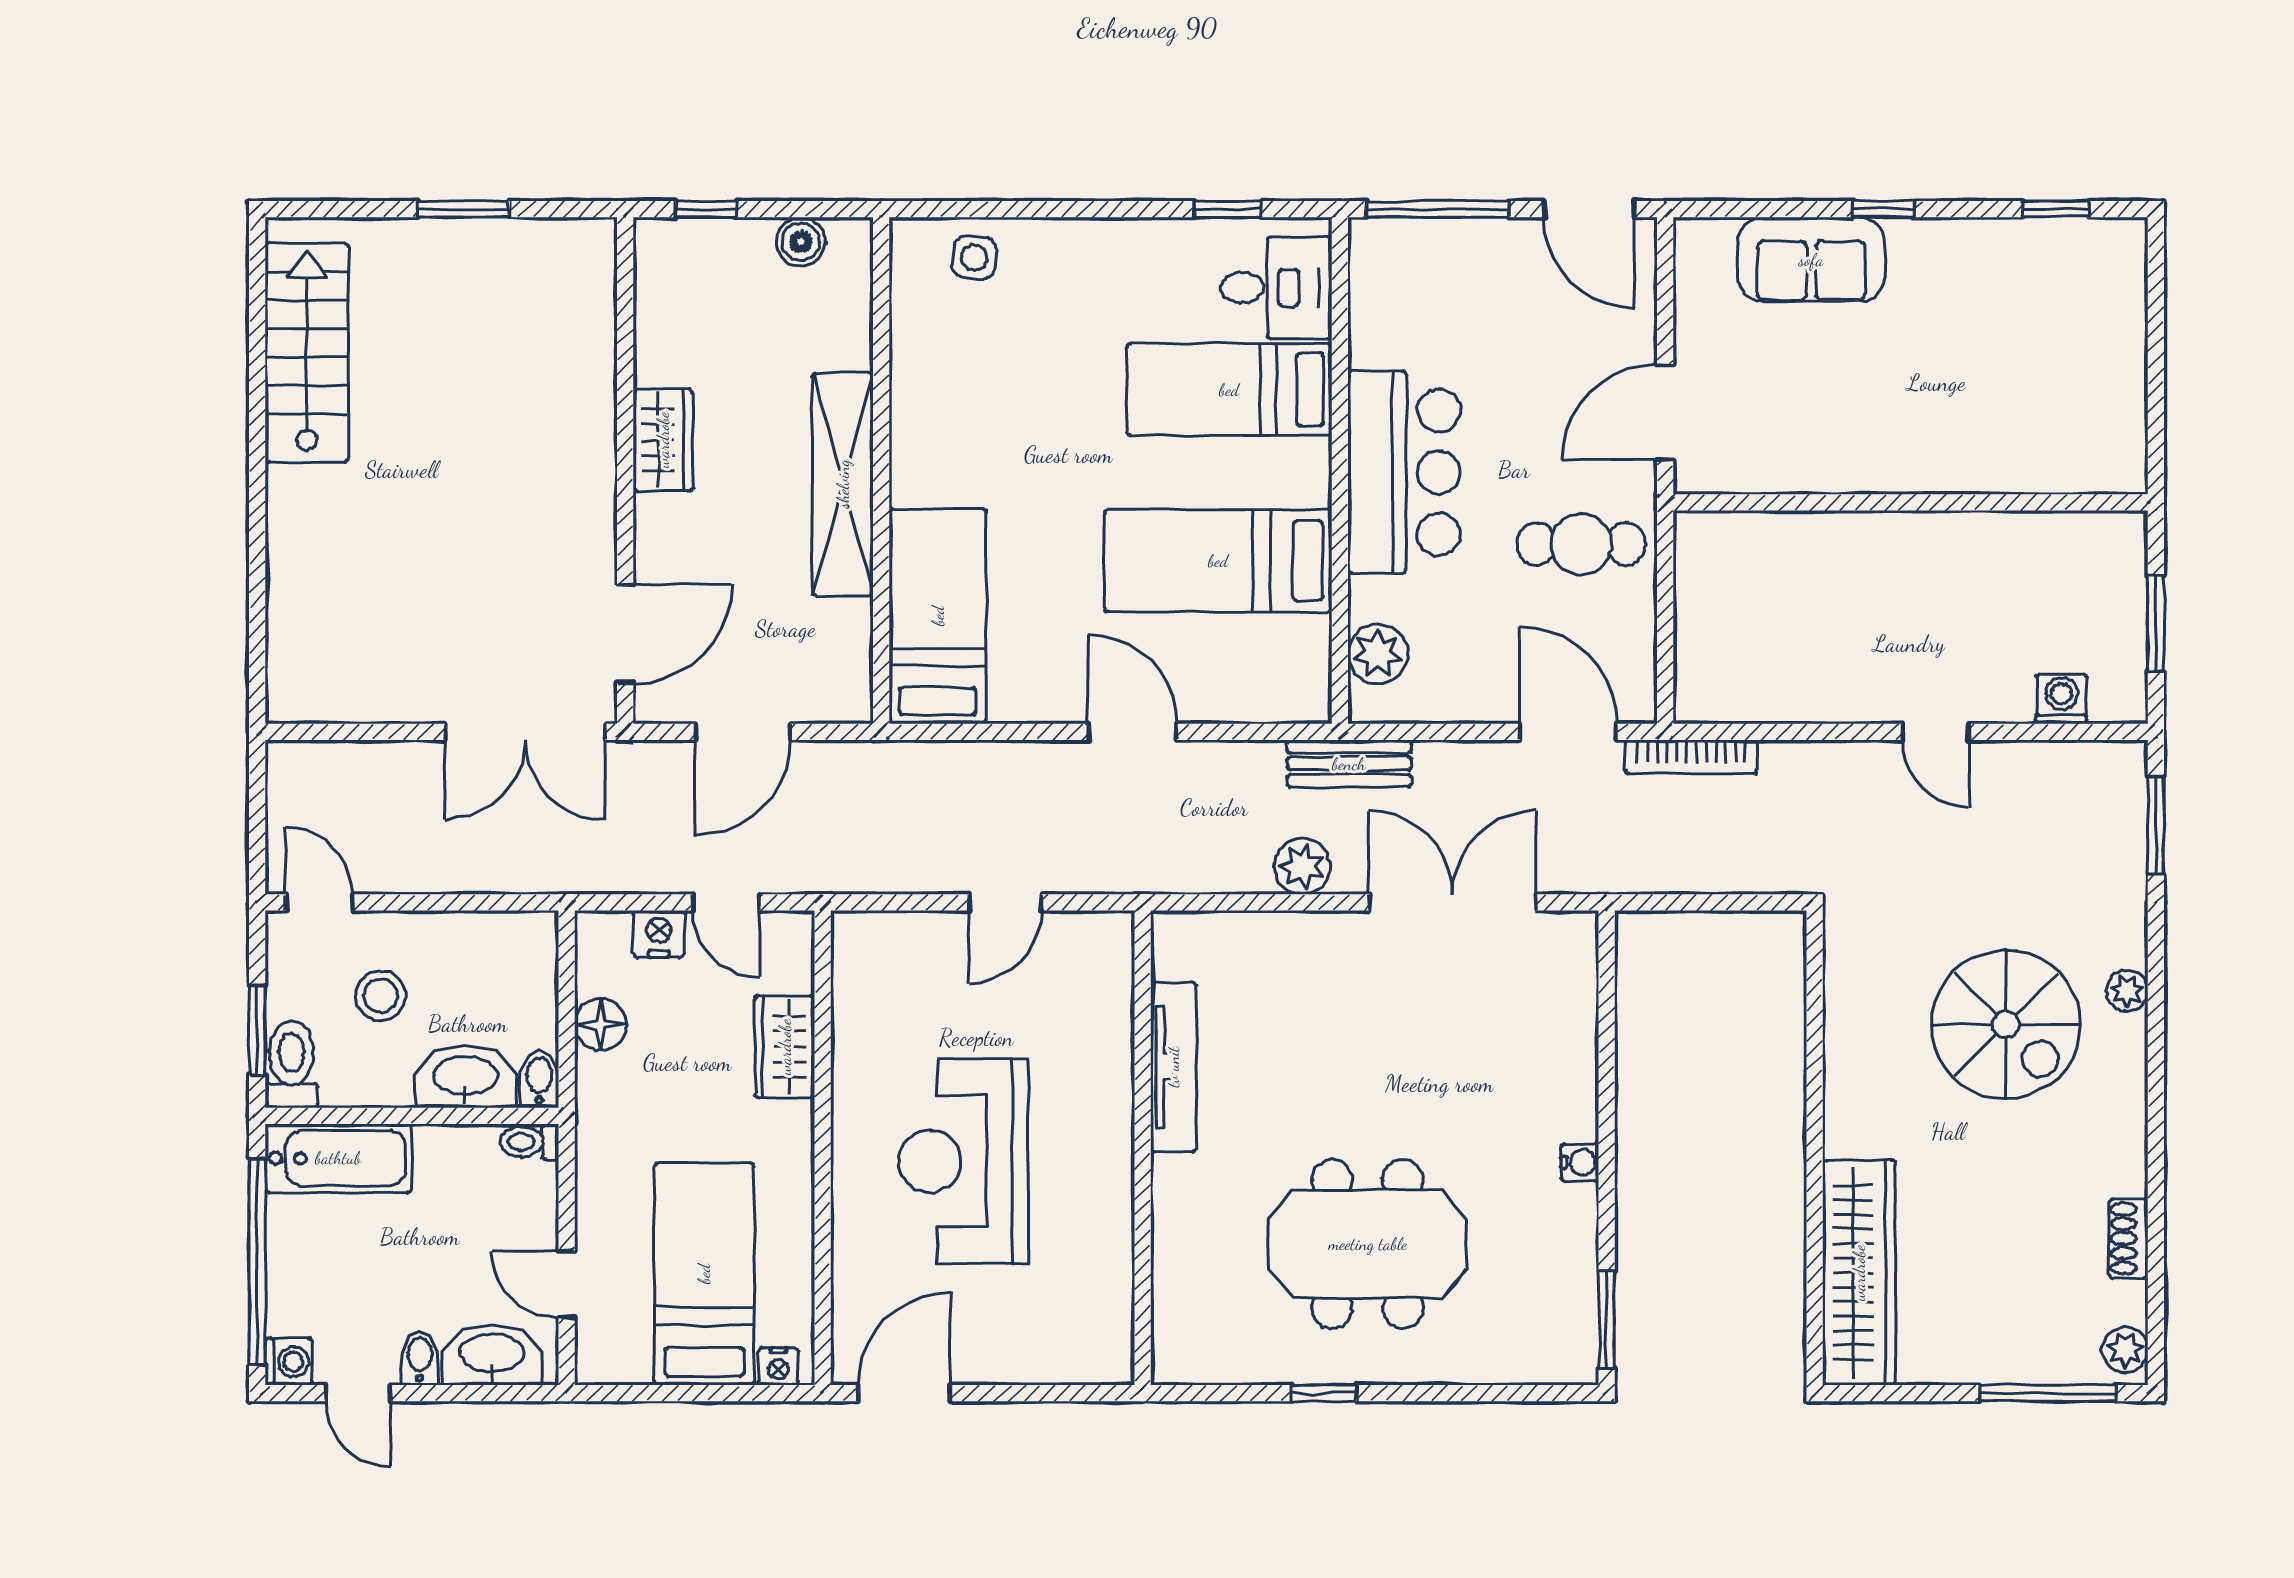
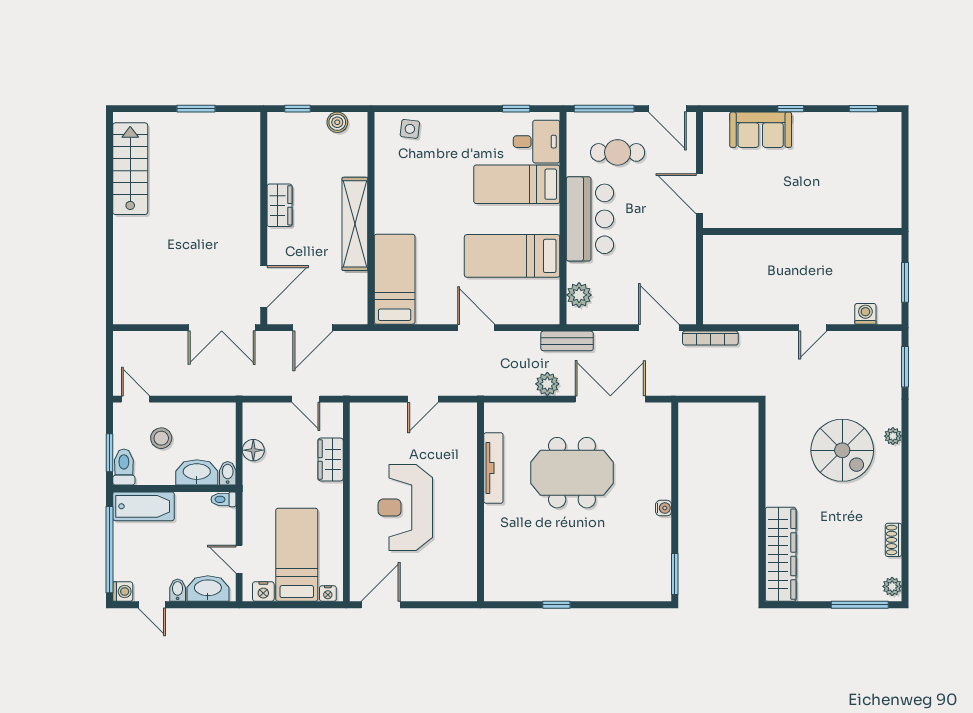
door: (1665, 412) -> (699, 194), hinge flipped
cafe table: (1581, 544) -> (618, 152), moved
door: (1936, 732) -> (813, 328), hinge flipped
nightstand: (659, 934) -> (263, 592), moved, turned 180
meeting table: (1368, 1244) -> (572, 473), moved

